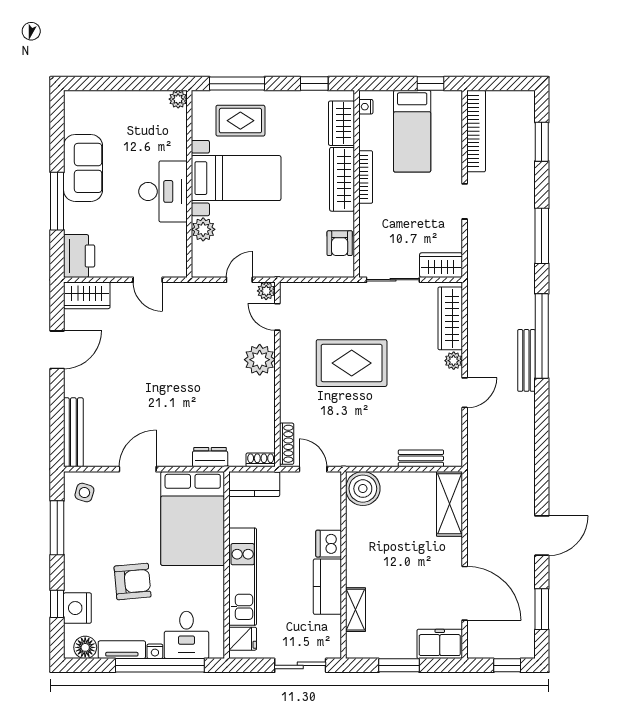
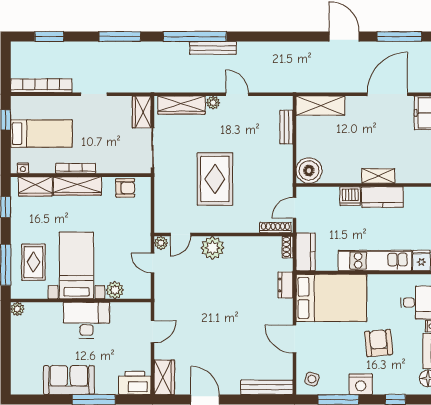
nightstand: (77, 608) -> (361, 384), moved
window: (542, 609) -> (399, 36), width x1.44
shelving: (356, 610) -> (378, 176), moved

